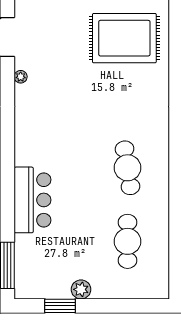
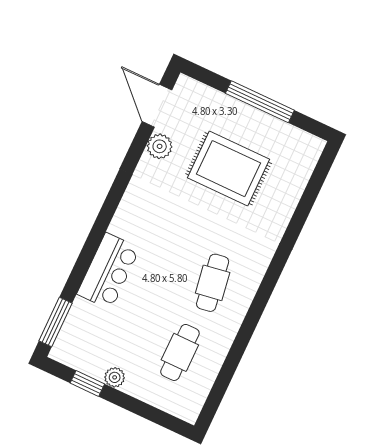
rug: (124, 38) -> (228, 169), moved
plant: (21, 77) -> (160, 146), width x1.88, depth x1.88

